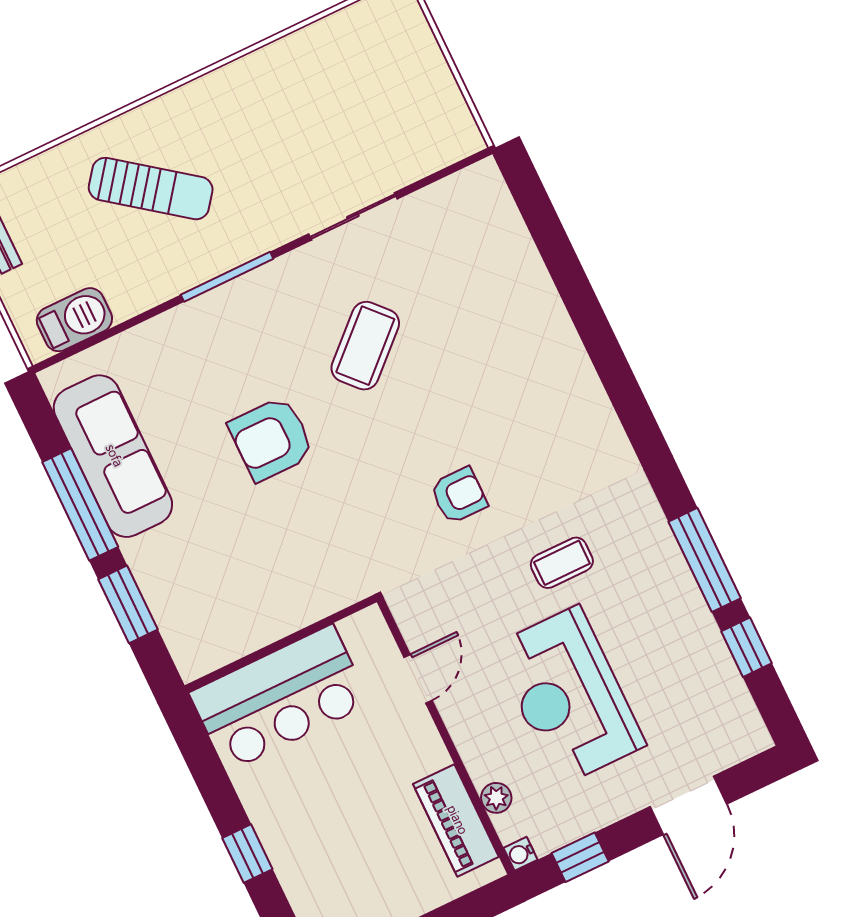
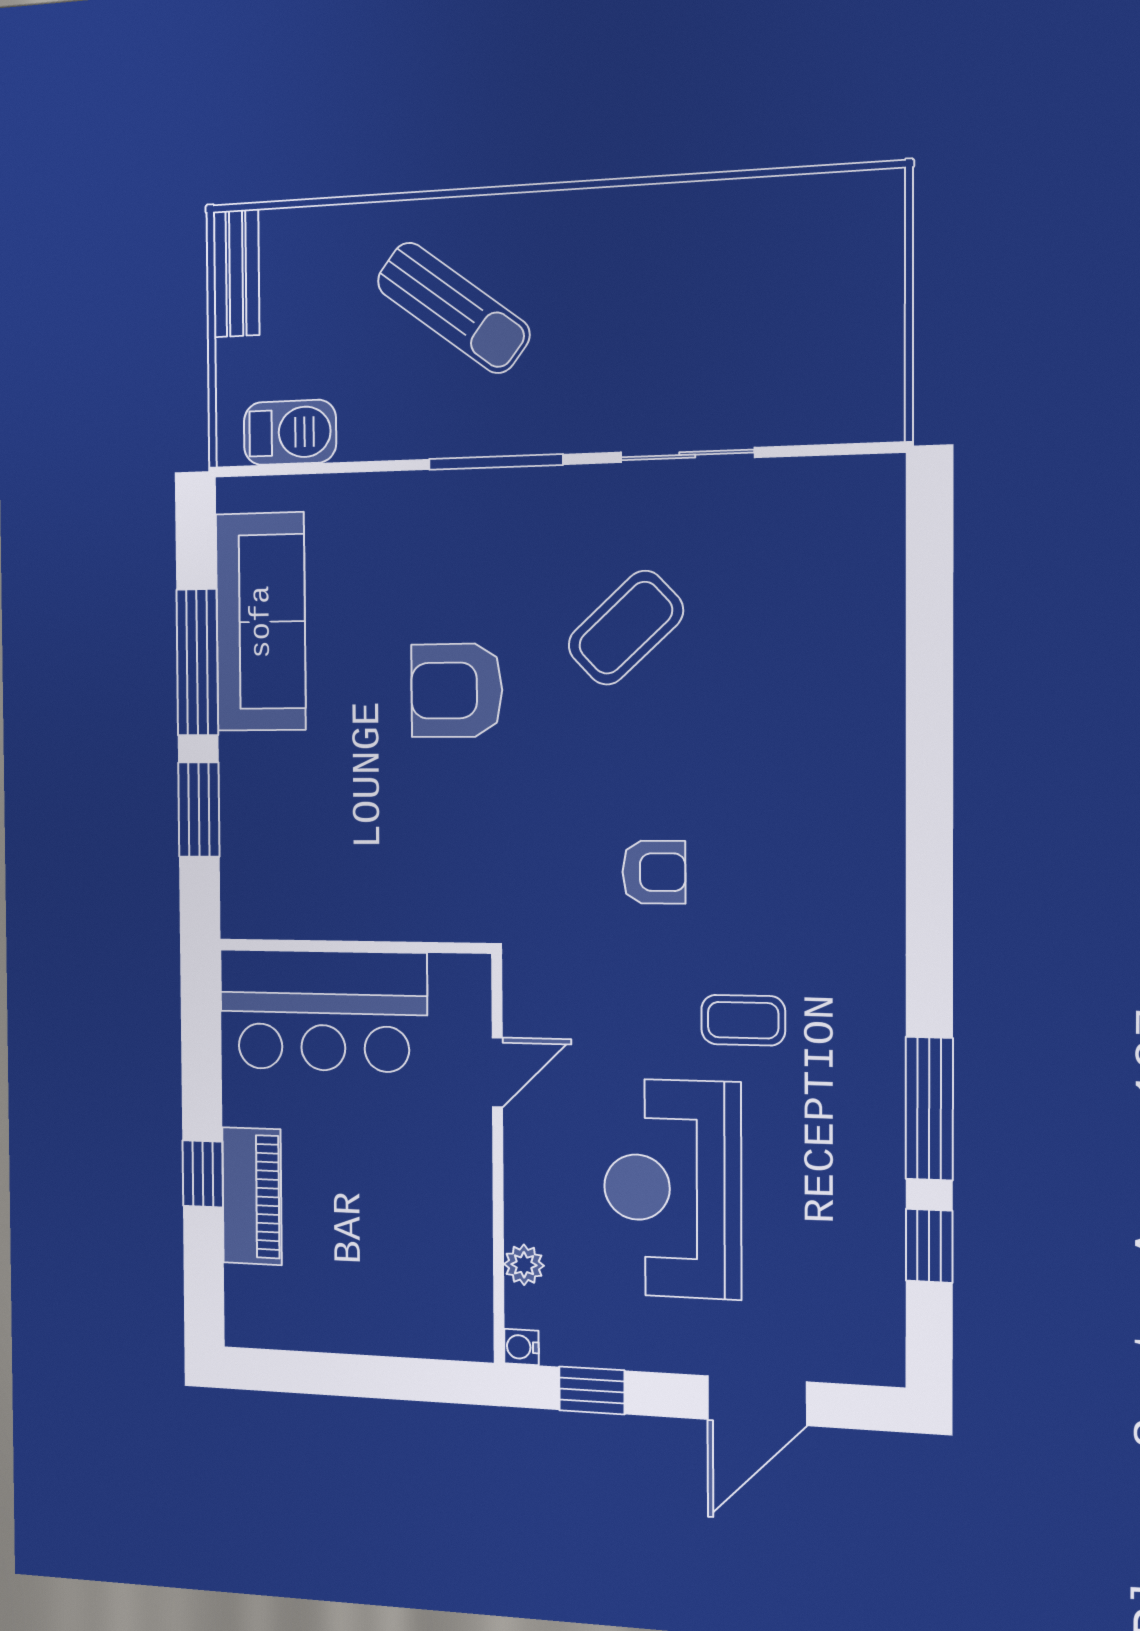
piano: (456, 820) -> (252, 1196), moved, turned 180

